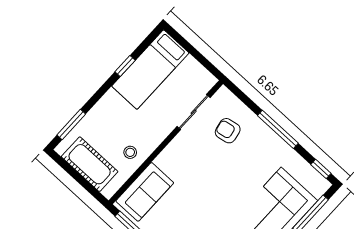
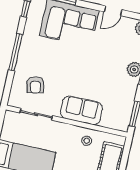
sofa: (145, 192) -> (81, 110), moved

